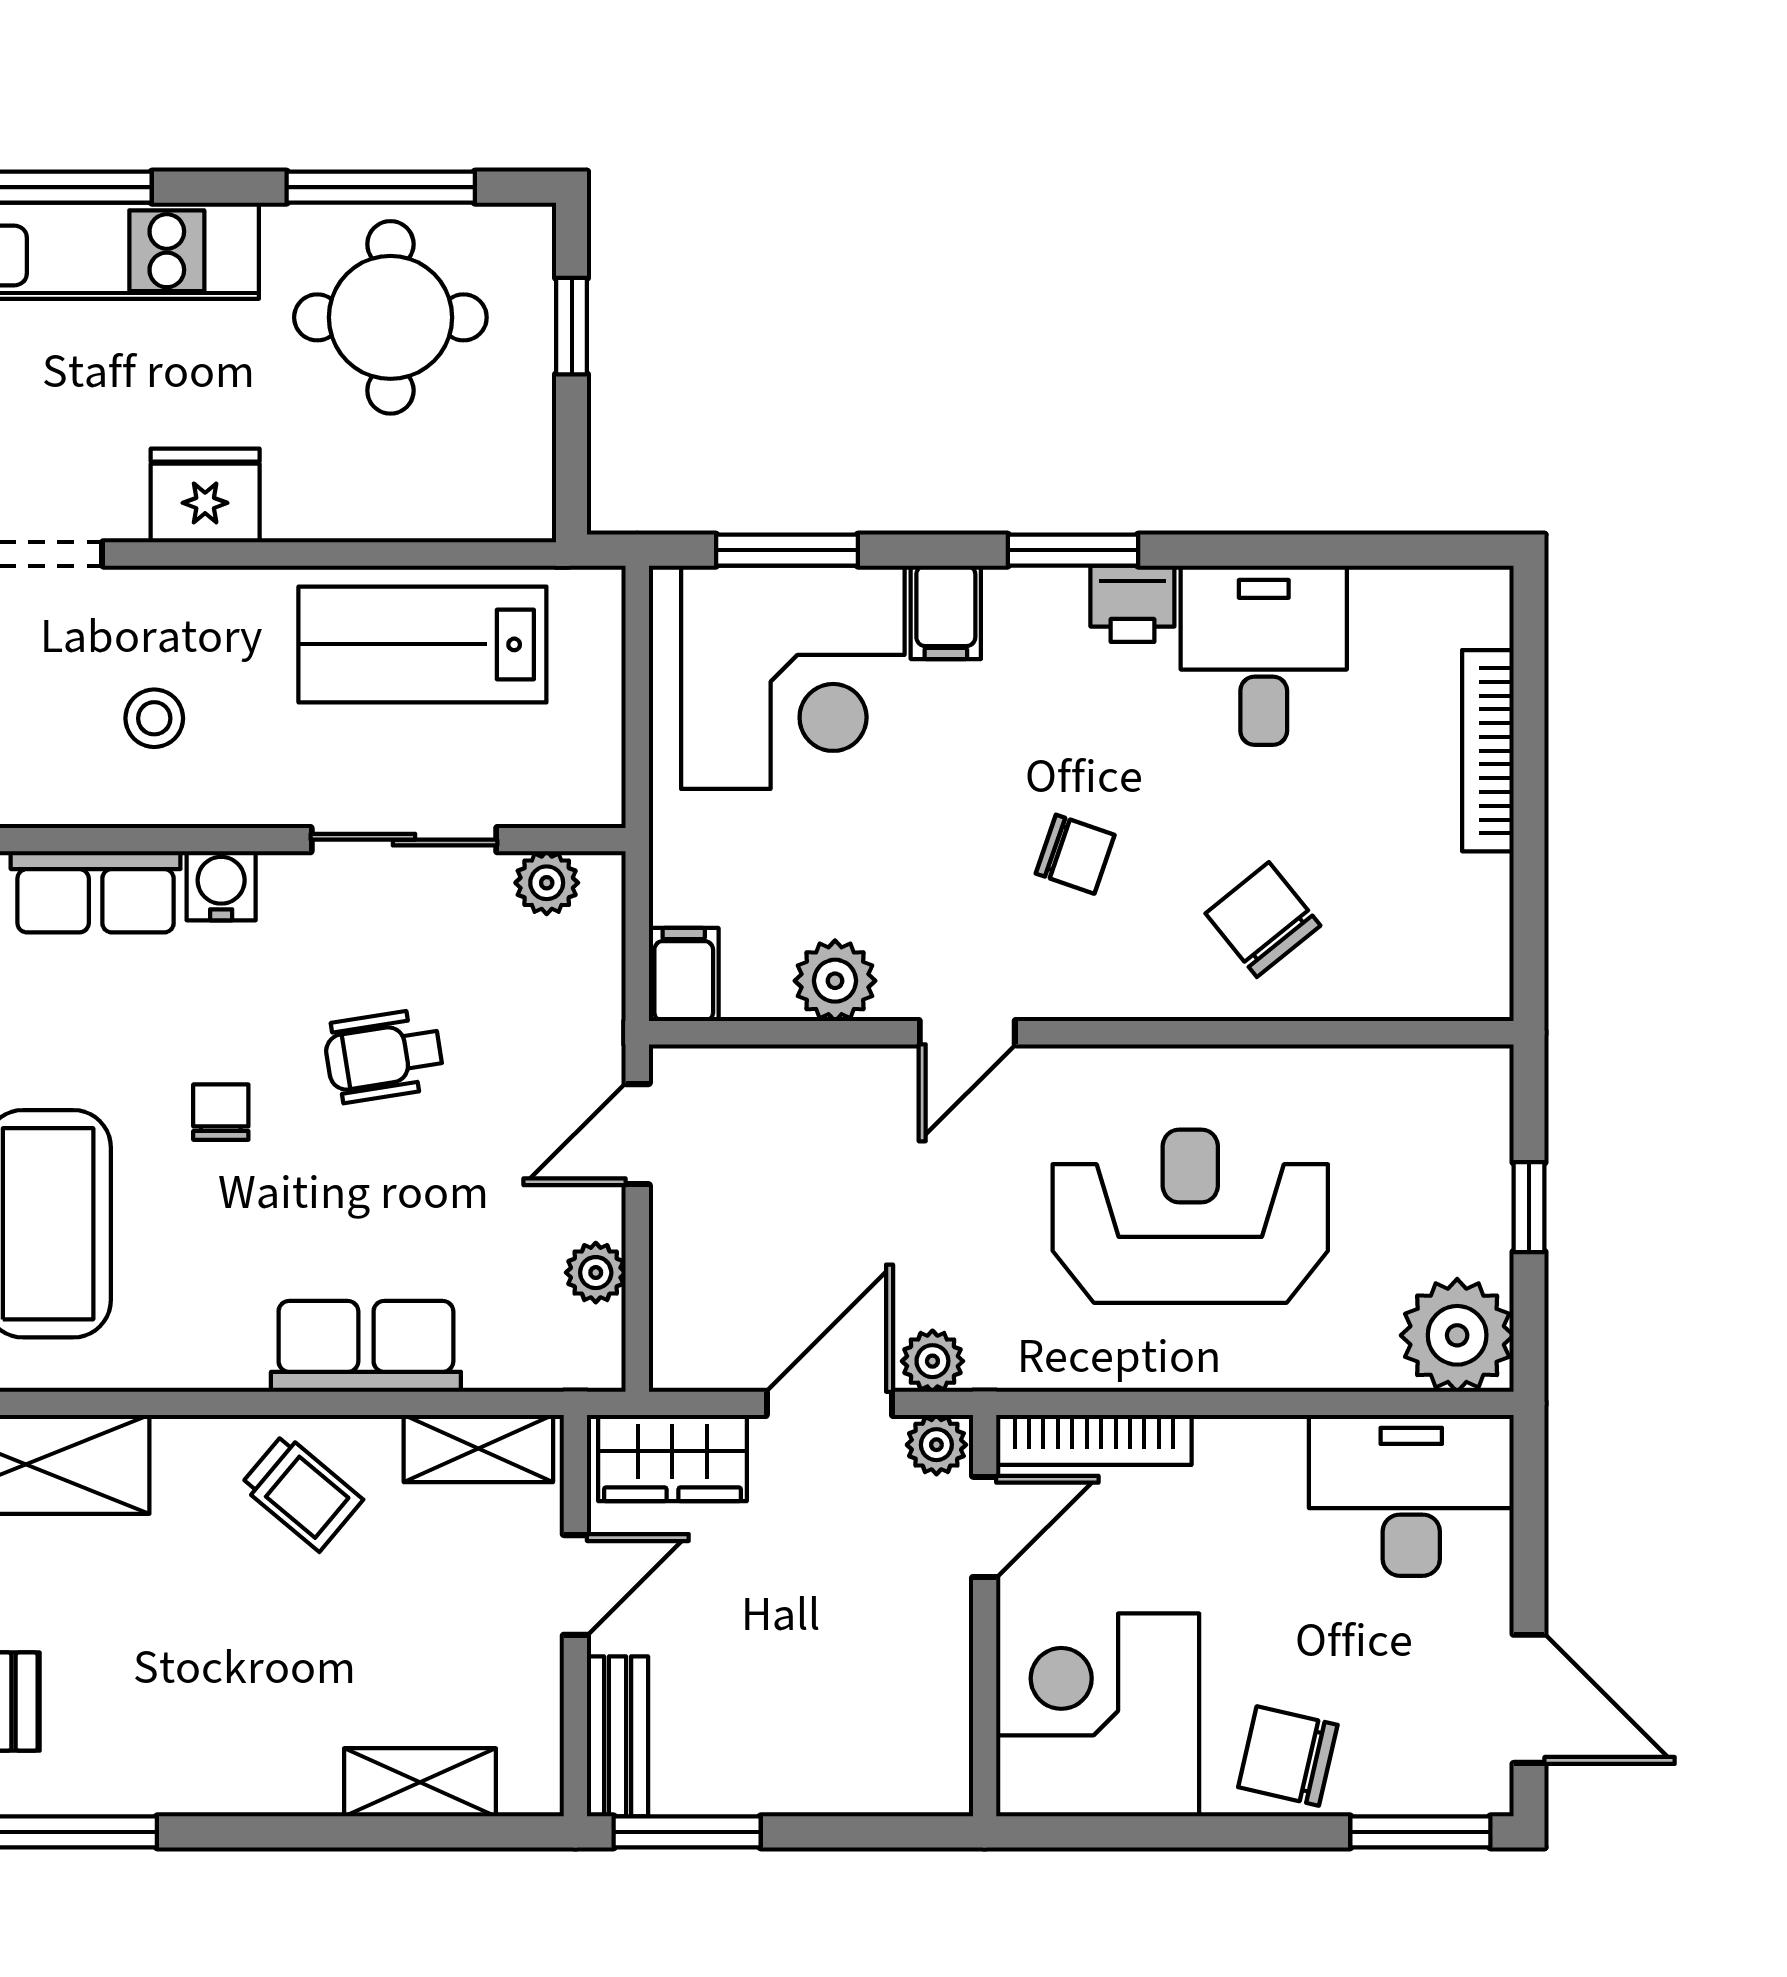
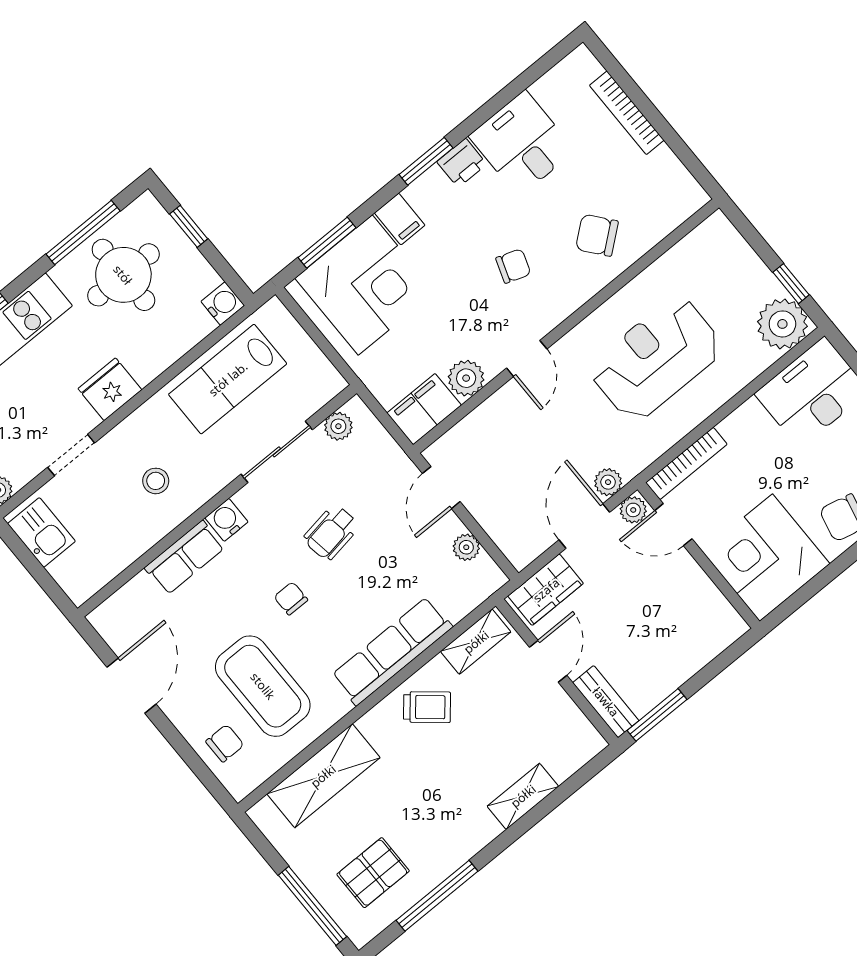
water cooler: (521, 507) -> (223, 303), added
filing cabinet: (684, 975) -> (424, 409), width x2.00
window: (1529, 1207) -> (791, 284), moved
row of seats: (366, 1346) -> (392, 651), width x1.48
door: (985, 1527) -> (673, 525), swing flipped
shelving: (420, 1782) -> (523, 796), moved

